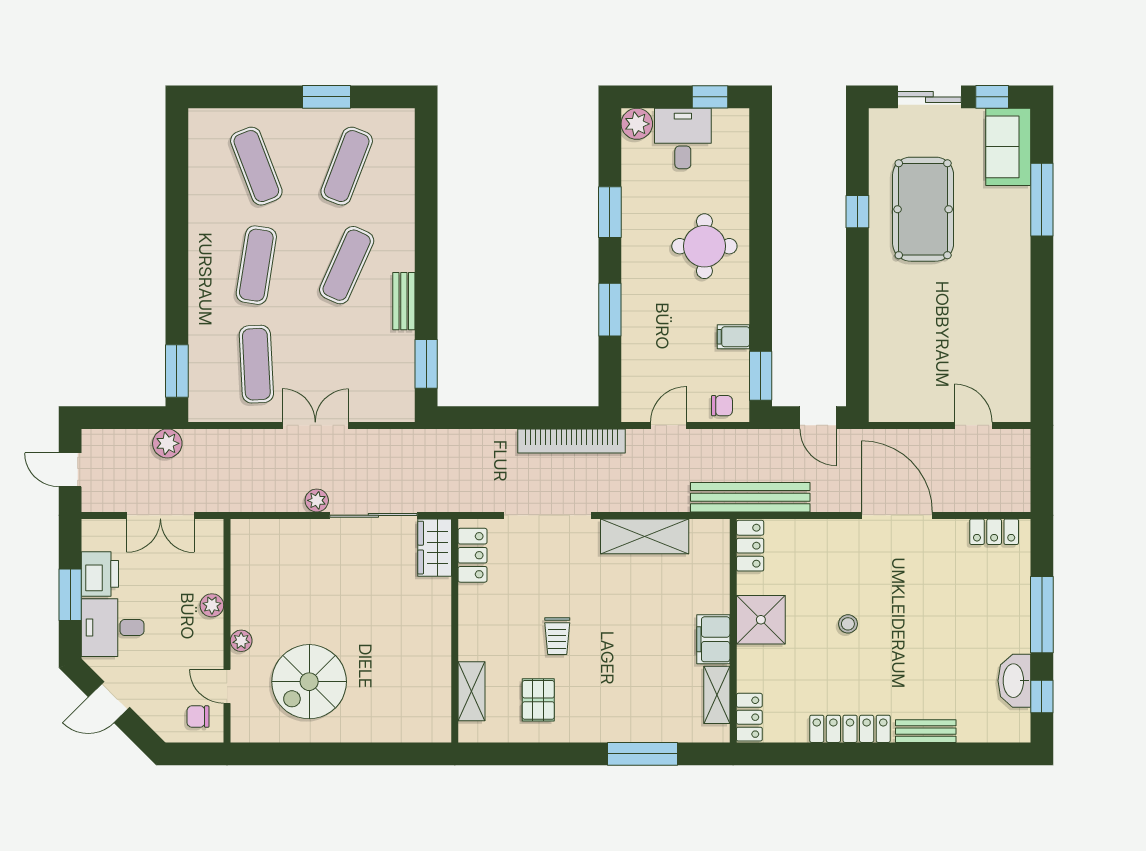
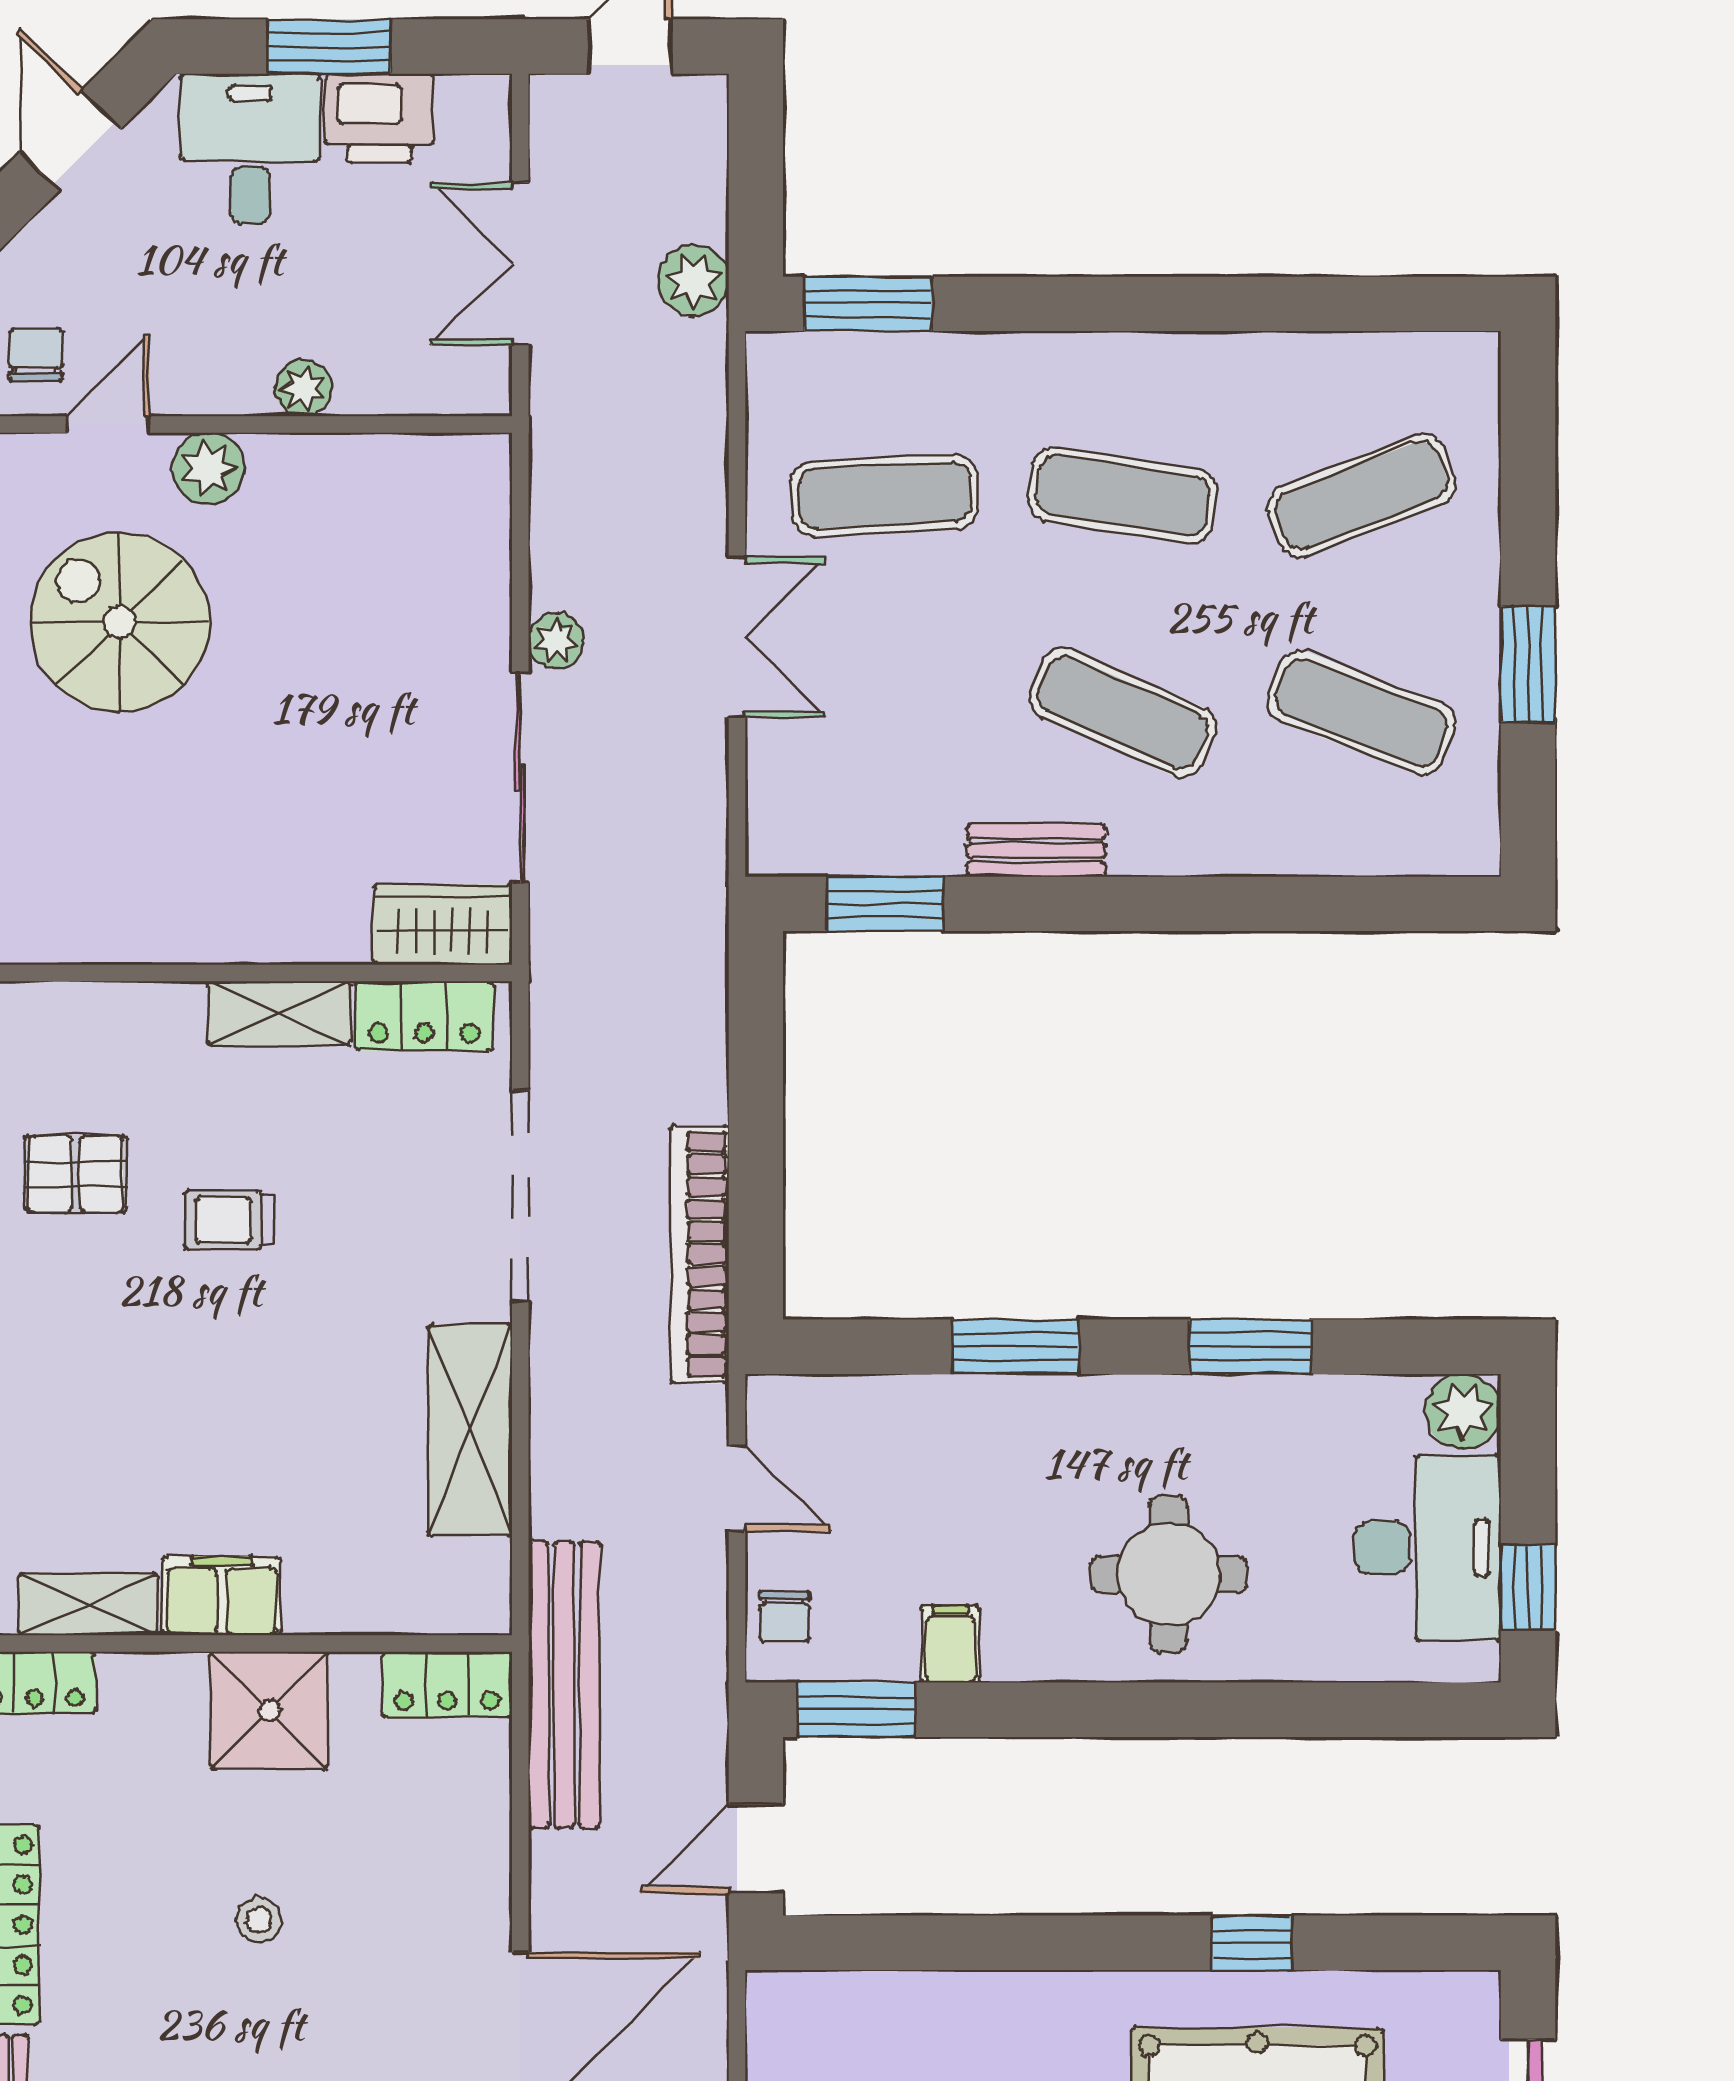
desk: (683, 139) -> (1428, 1548), width x1.37
plant: (241, 641) -> (208, 468), width x1.38, depth x1.38
shelving: (471, 691) -> (279, 1013), moved

